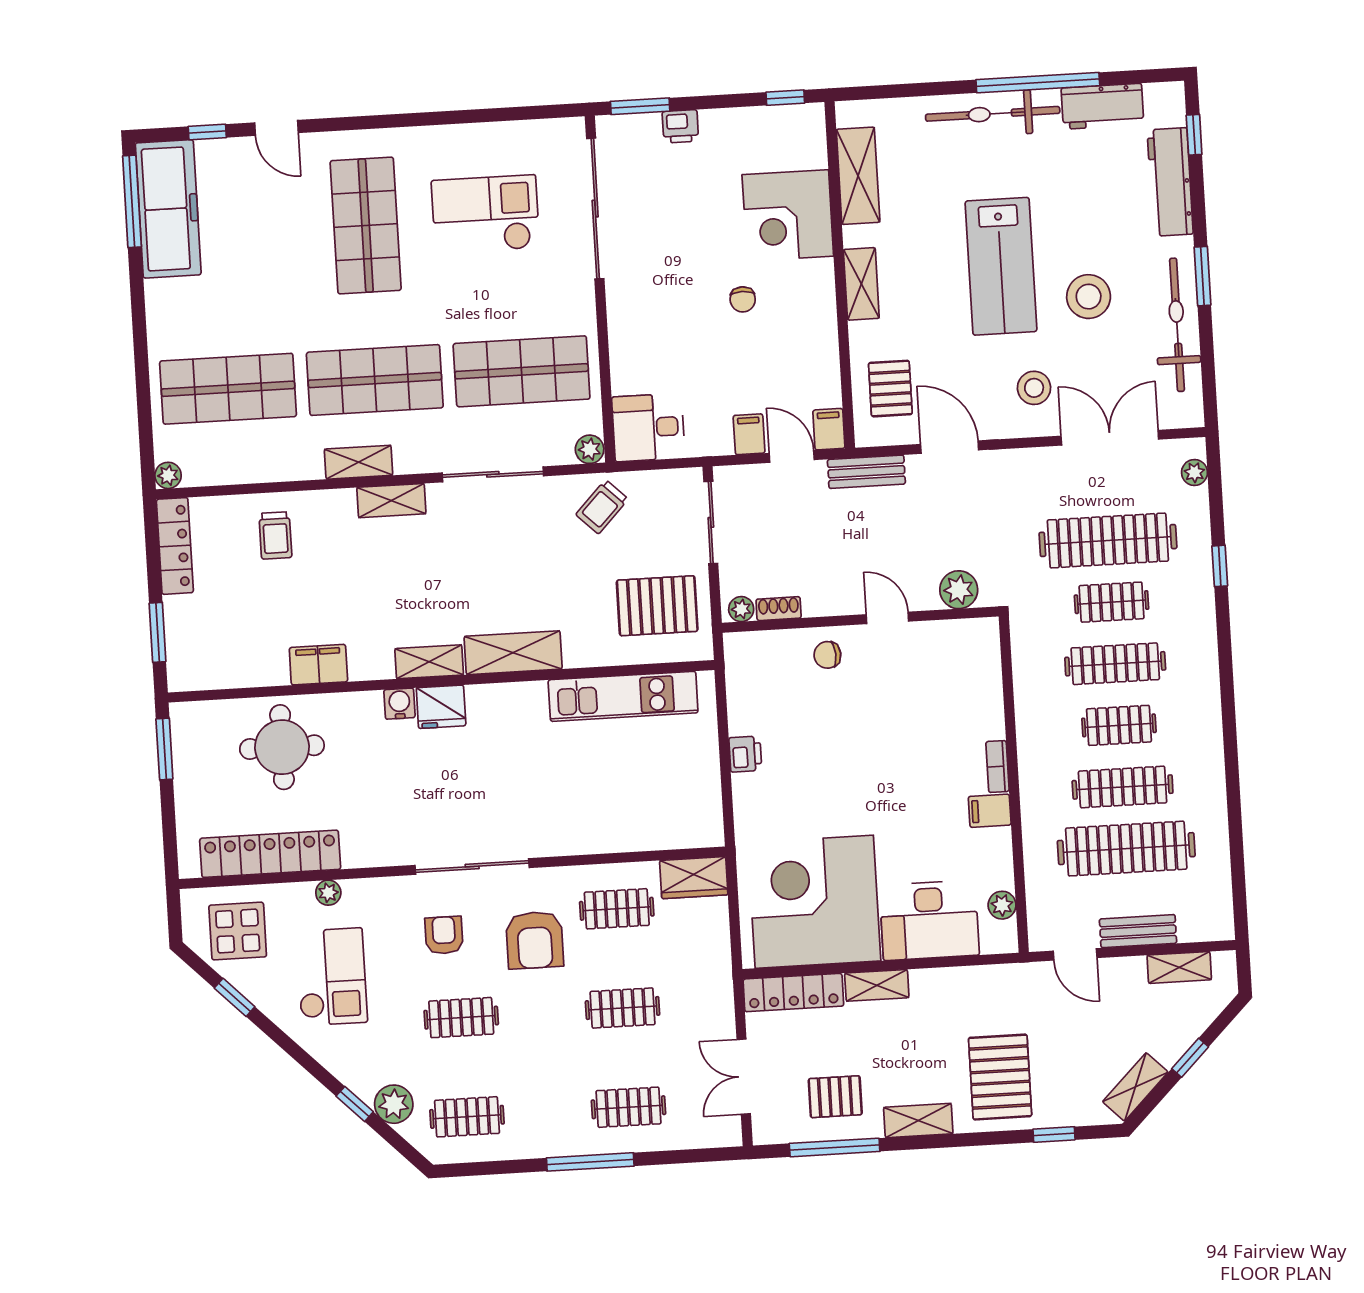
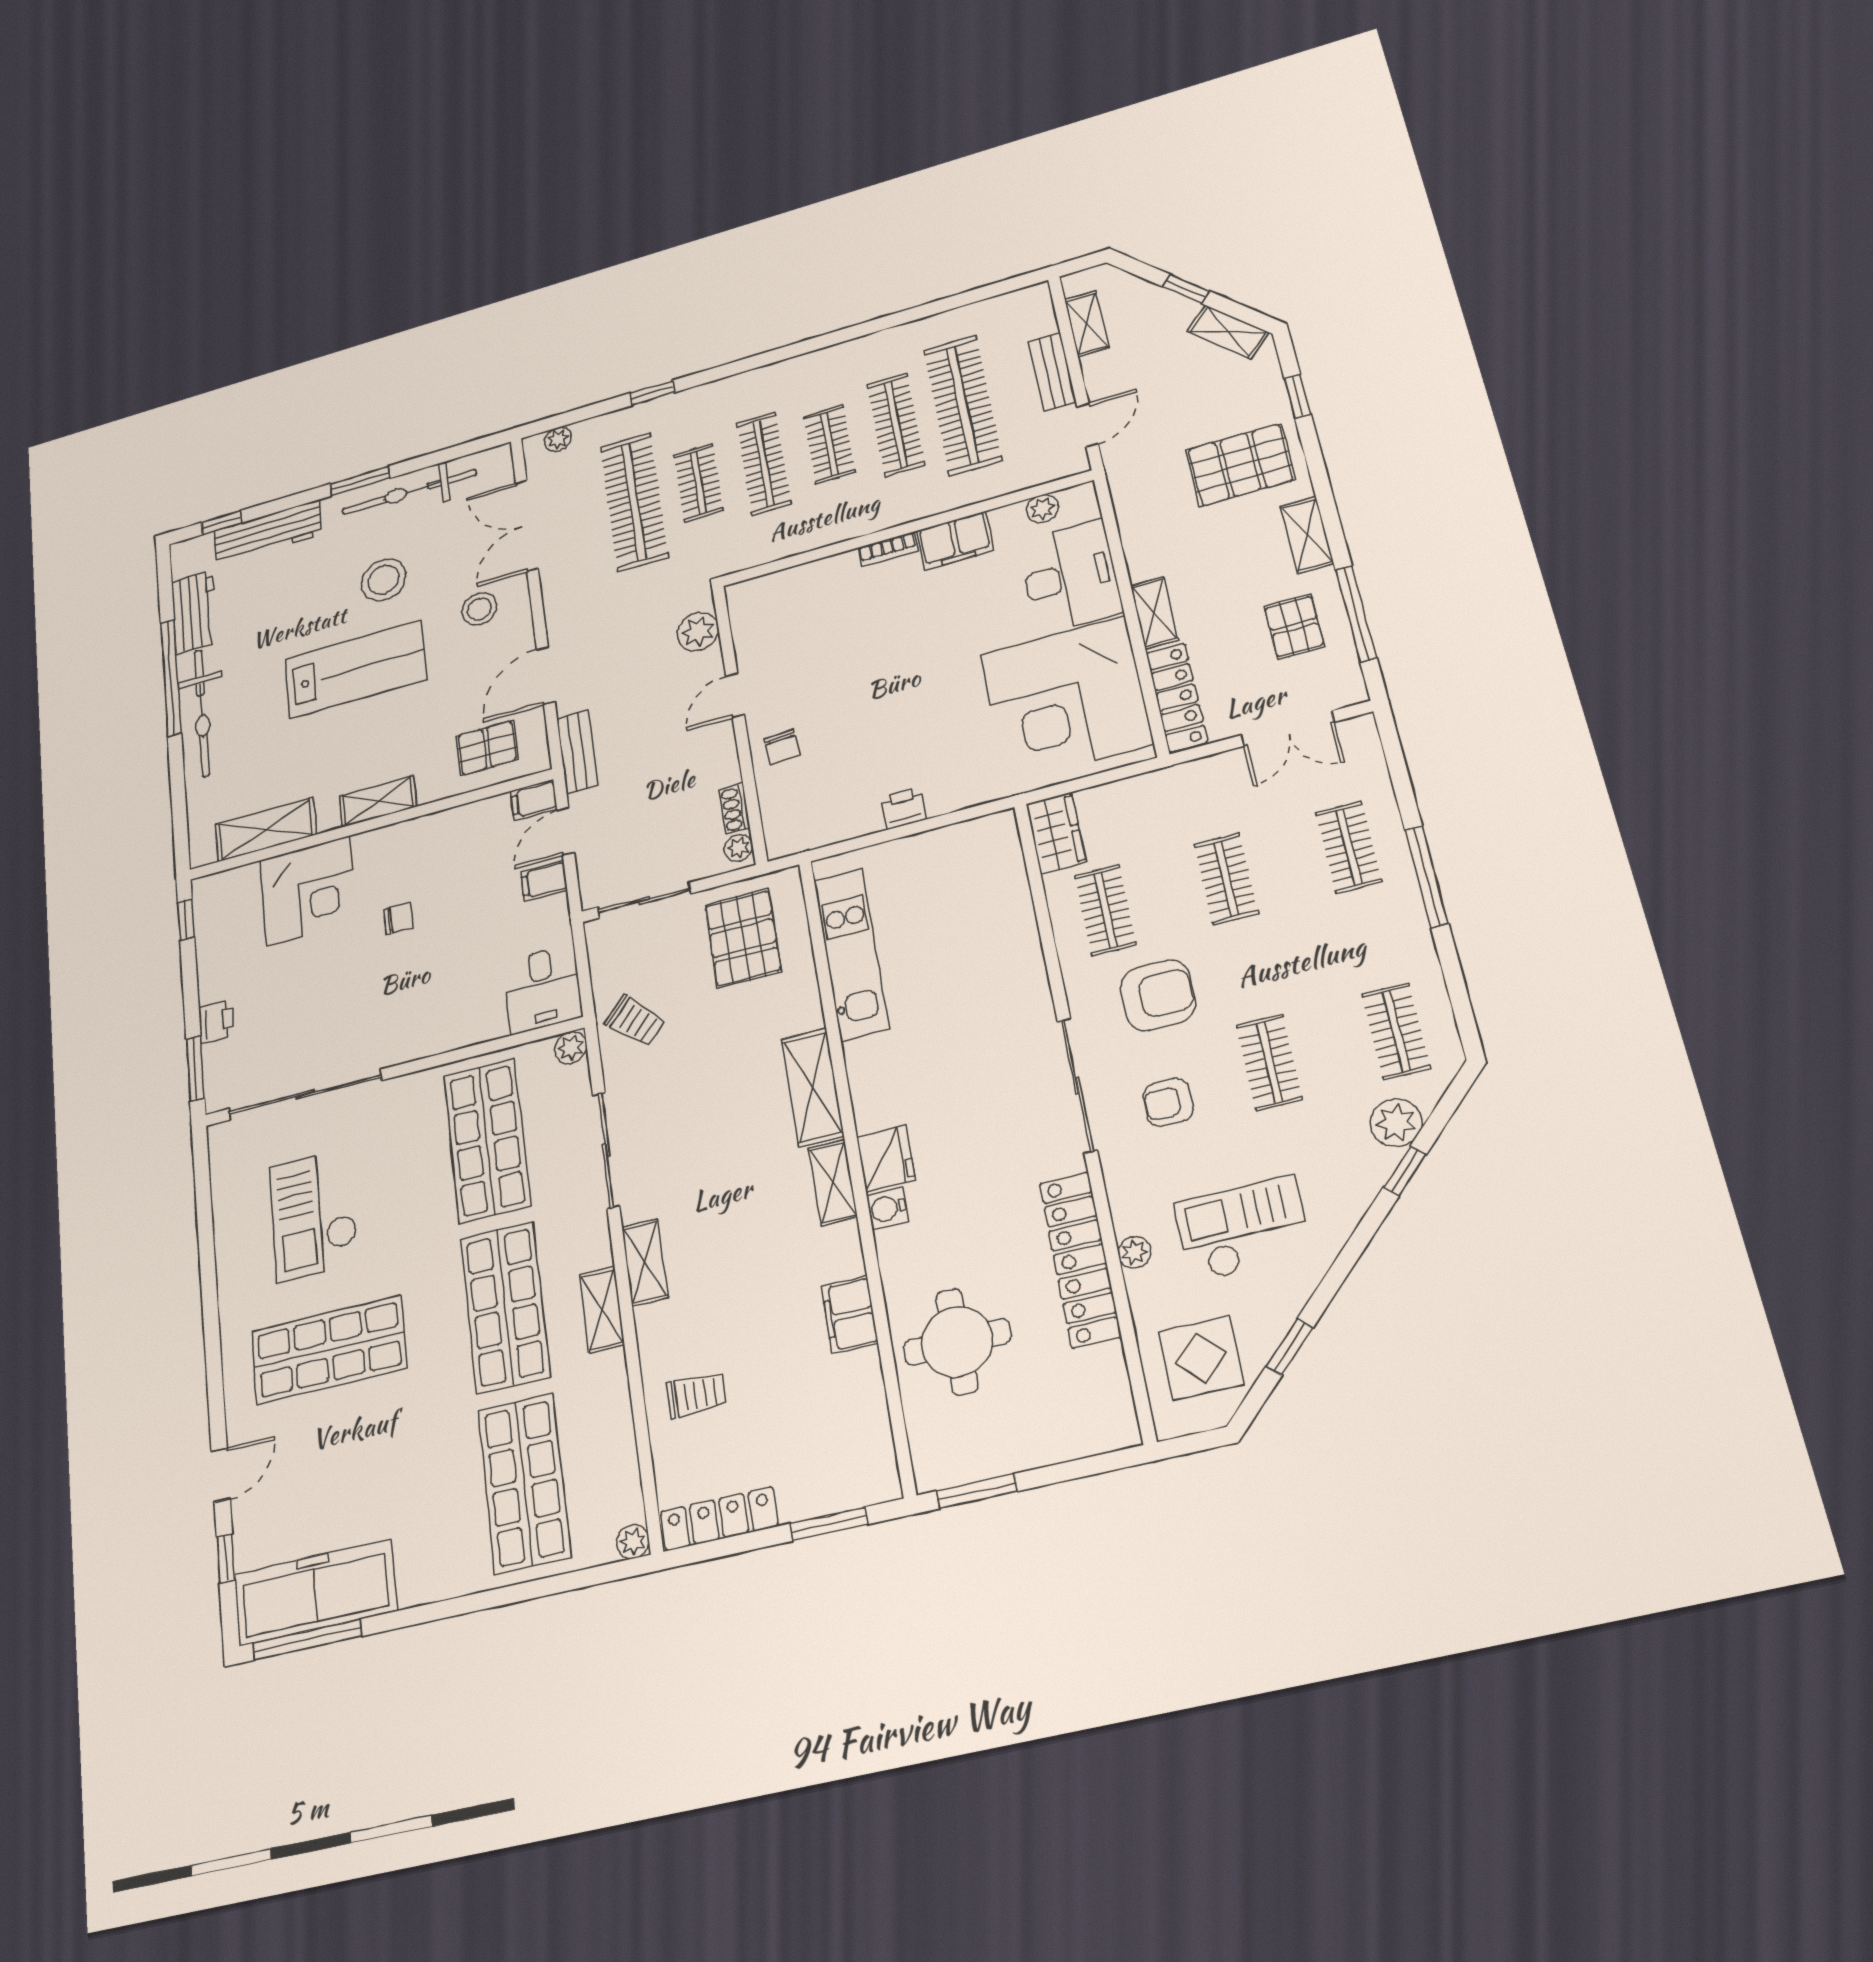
filing cabinet: (990, 811) -> (955, 541), width x2.00
locker: (270, 854) -> (1080, 1259), moved

